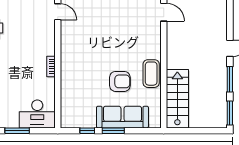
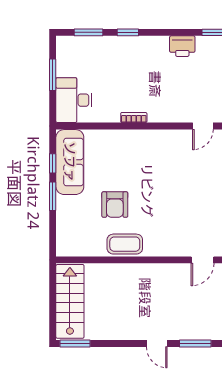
window: (230, 79) -> (195, 344), moved
stairs: (177, 99) -> (70, 301), moved, turned -90
sofa: (122, 117) -> (70, 162), moved

